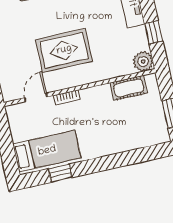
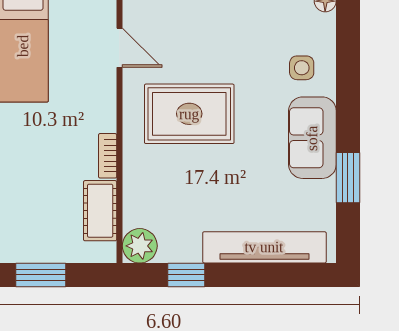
rug: (64, 50) -> (189, 114), turned 90
bookcase: (67, 97) -> (108, 156), moved

